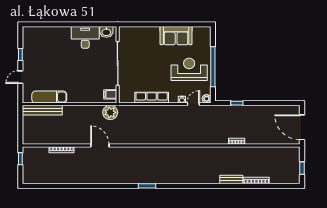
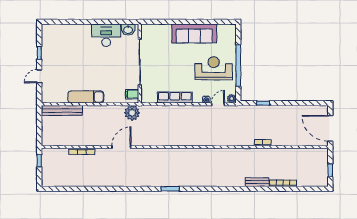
sofa: (176, 36) -> (194, 33), width x1.36
exam couch: (49, 97) -> (86, 97), moved
door: (100, 146) -> (121, 147), hinge flipped

